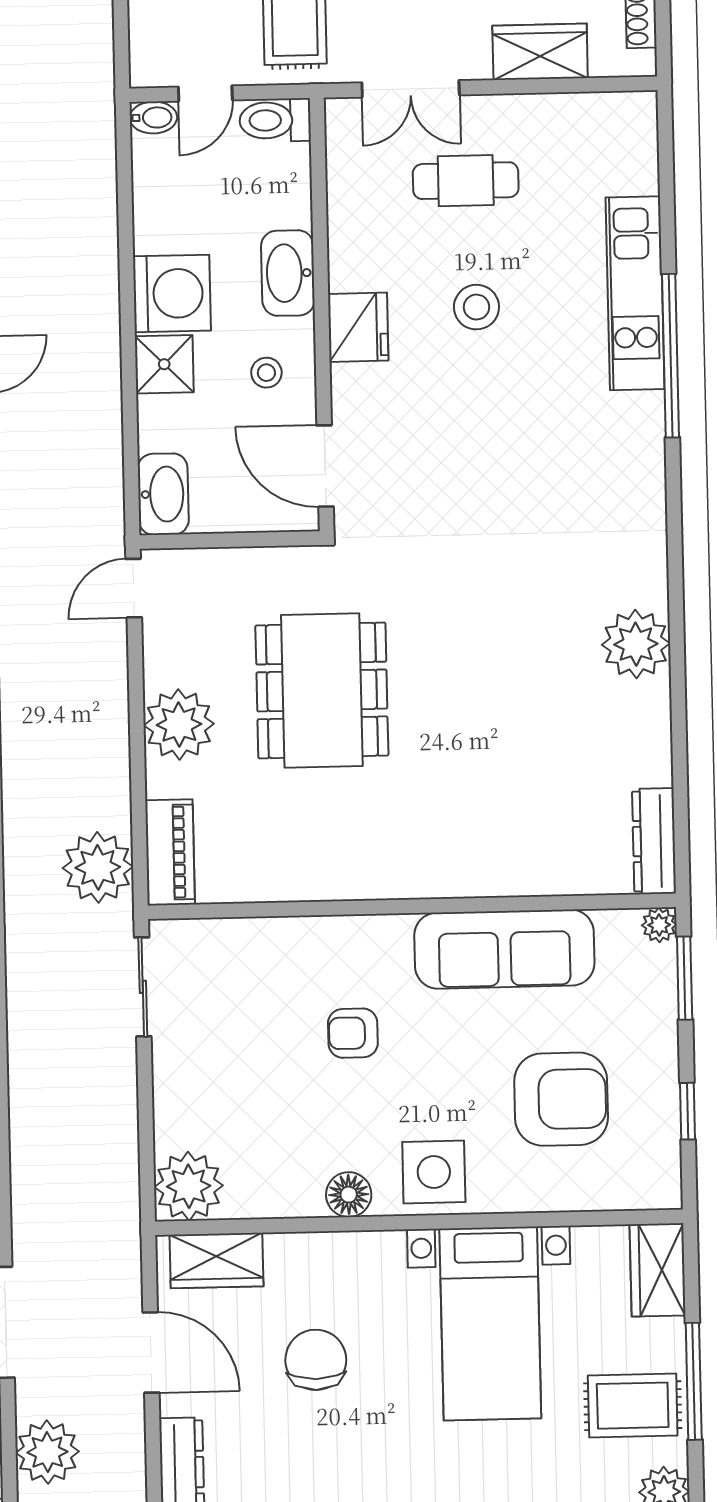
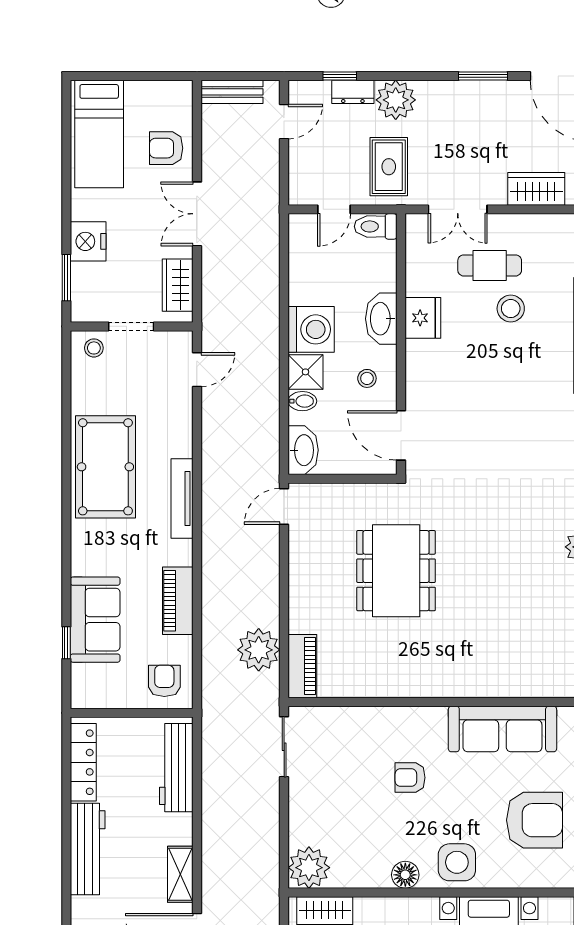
bidet: (153, 118) -> (302, 401), moved
stool: (476, 307) -> (511, 309), moved
fridge: (358, 327) -> (423, 318), moved
plant: (179, 725) -> (309, 589), removed
plant: (98, 867) -> (259, 650), moved

